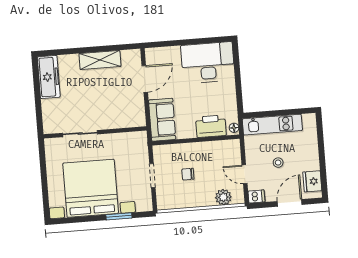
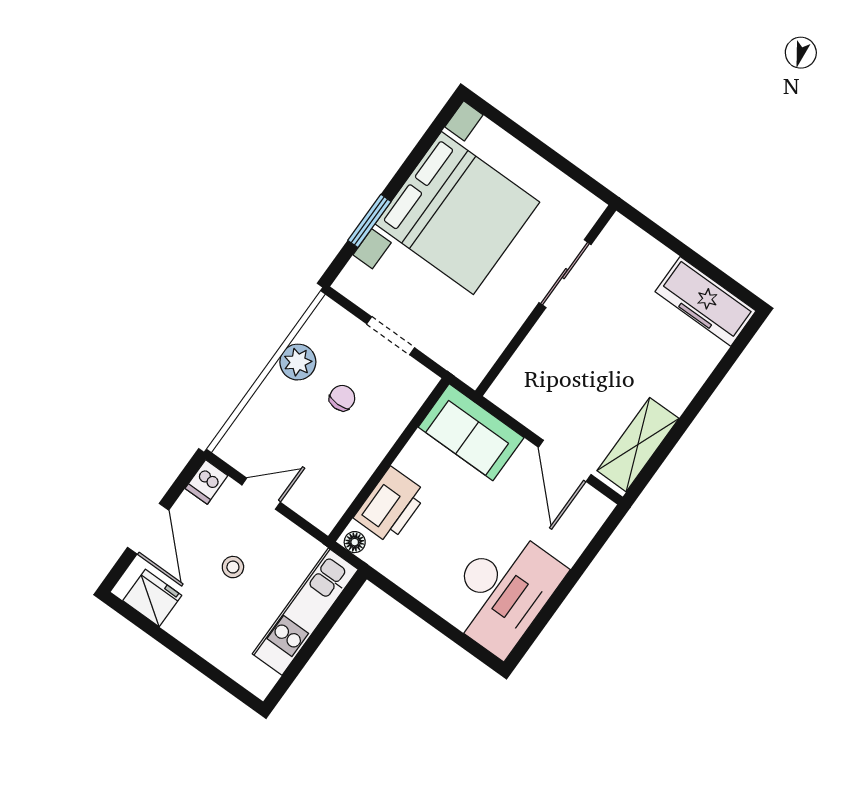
shelving: (100, 60) -> (638, 445), moved
plant: (223, 197) -> (298, 362), moved

